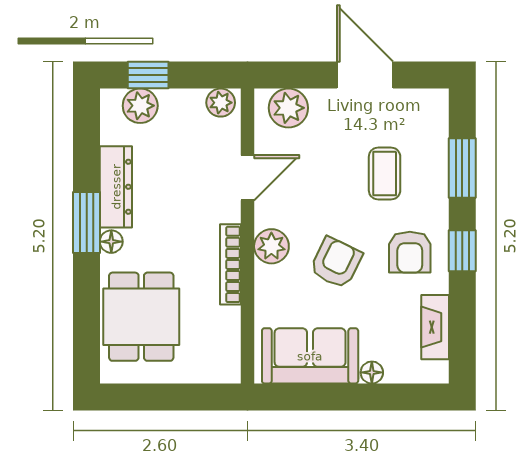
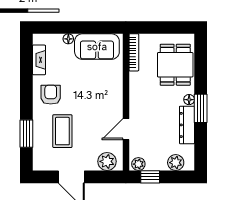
window: (148, 75) -> (150, 177), moved
coffee table: (385, 174) -> (62, 131), width x1.36, depth x1.30
plant: (271, 246) -> (115, 97), removed
window: (462, 251) -> (26, 95), removed
armchair: (336, 263) -> (85, 90), removed
bookcase: (231, 264) -> (134, 52), moved

